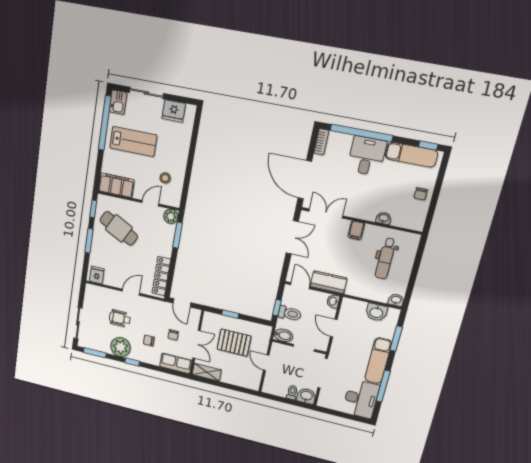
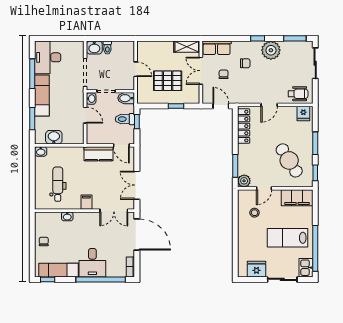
cafe table: (119, 228) -> (289, 160), turned 31
washbasin: (333, 301) -> (91, 99), moved
wheelchair: (120, 318) -> (298, 94), moved

